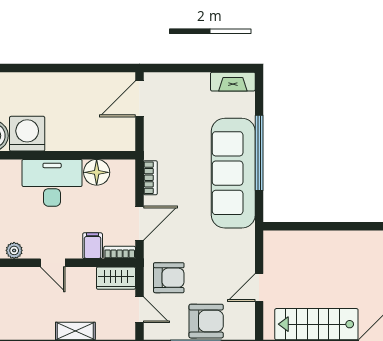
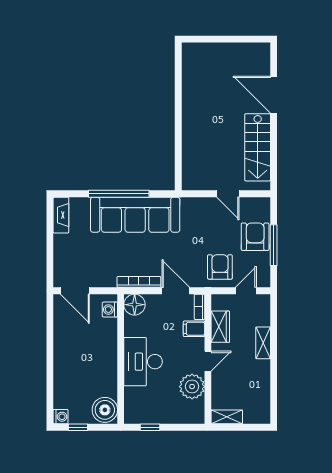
washing machine: (27, 134) -> (110, 310), moved, width x0.53, depth x0.53
floor lamp: (97, 172) -> (135, 305), moved
bookcase: (150, 178) -> (139, 282), width x1.56
plant: (14, 250) -> (192, 387), width x1.87, depth x1.87
wardrobe: (116, 278) -> (220, 327), moved

